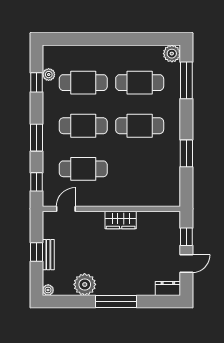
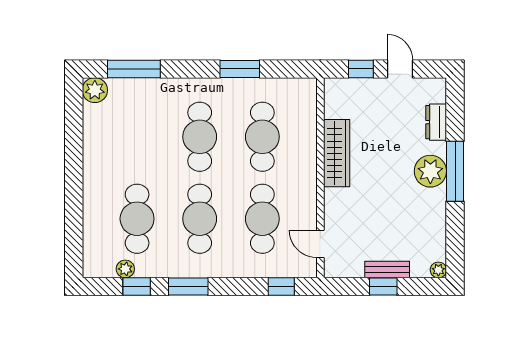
cafe table: (140, 83) -> (262, 137), moved
window: (37, 138) -> (188, 287), moved
wardrobe: (121, 220) -> (337, 153), width x1.50
plant: (85, 284) -> (430, 171), moved
dresser: (168, 288) -> (436, 122), moved

